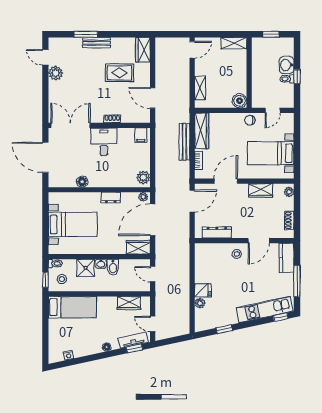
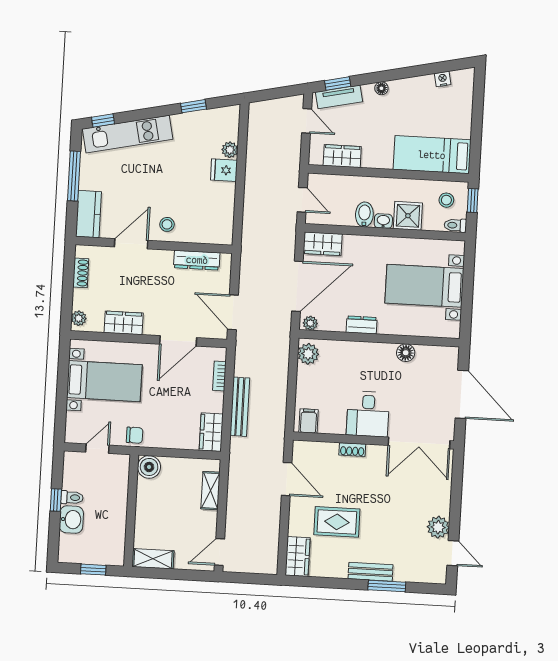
wardrobe: (202, 131) -> (211, 432), width x0.67
door: (192, 201) -> (233, 312), hinge flipped

